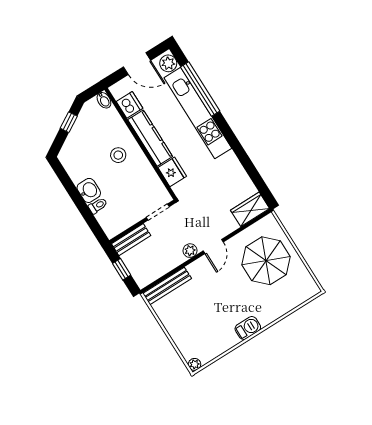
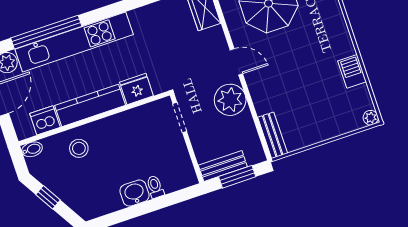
stool: (118, 155) -> (79, 148), moved
bench: (131, 240) -> (223, 166), moved, turned 90
plant: (190, 251) -> (230, 100), width x1.87, depth x1.87
window: (122, 269) -> (237, 177), width x1.50
bench: (167, 286) -> (273, 135), width x0.73
barbecue: (248, 328) -> (352, 71), moved

